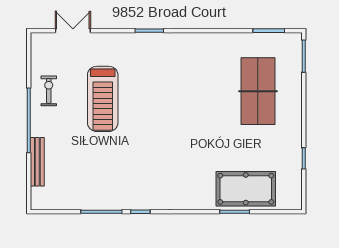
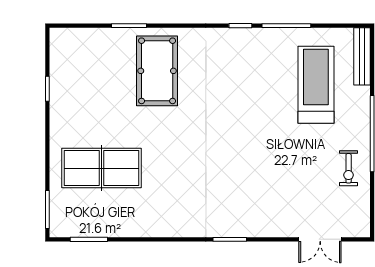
table tennis table: (258, 91) -> (102, 168), turned 90
treadmill: (103, 99) -> (316, 85), moved
bench: (37, 162) -> (362, 56), moved
pool table: (246, 189) -> (157, 71), moved, turned 90

